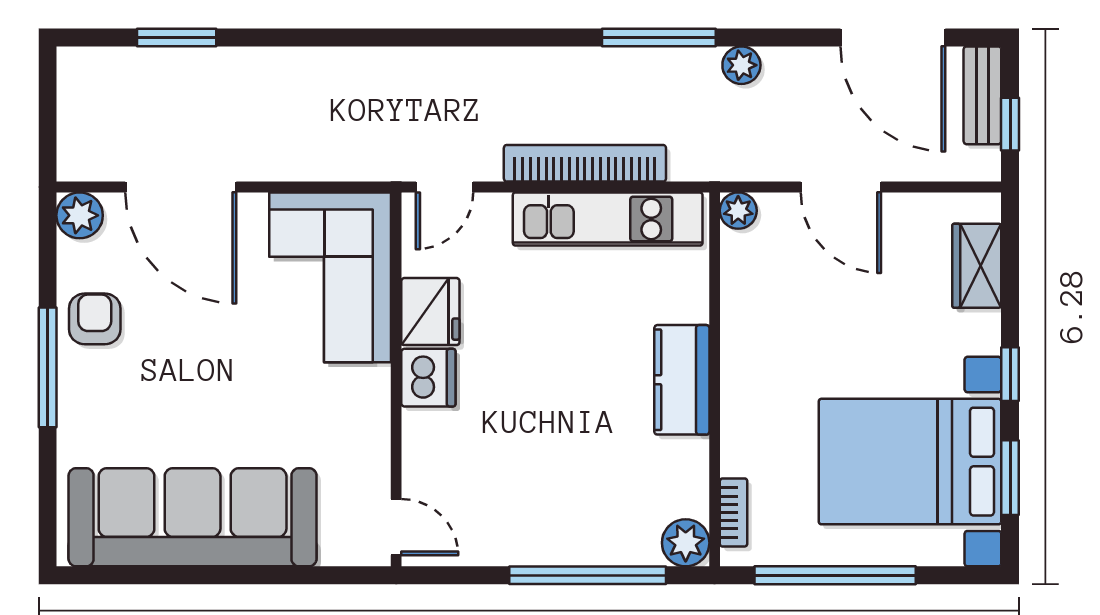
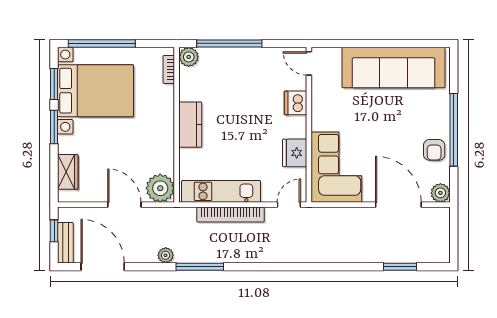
plant: (738, 211) -> (160, 188), width x1.88, depth x1.88
window: (48, 367) -> (454, 130), width x1.46
window: (1010, 374) -> (54, 127), width x1.50
dishwasher: (428, 378) -> (296, 103), moved
window: (835, 575) -> (102, 43), moved

